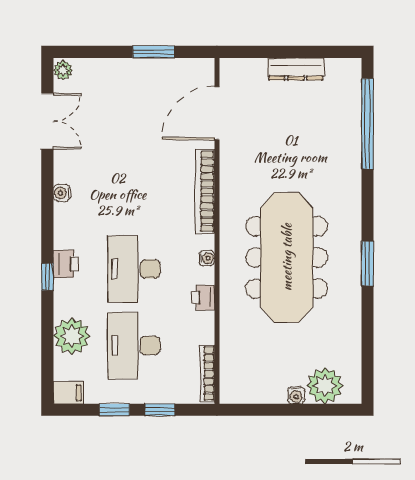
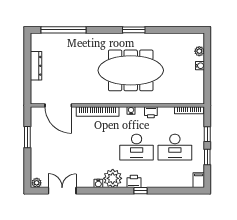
plant: (72, 336) -> (113, 178), moved
plant: (325, 386) -> (199, 51), width x0.53, depth x0.53

